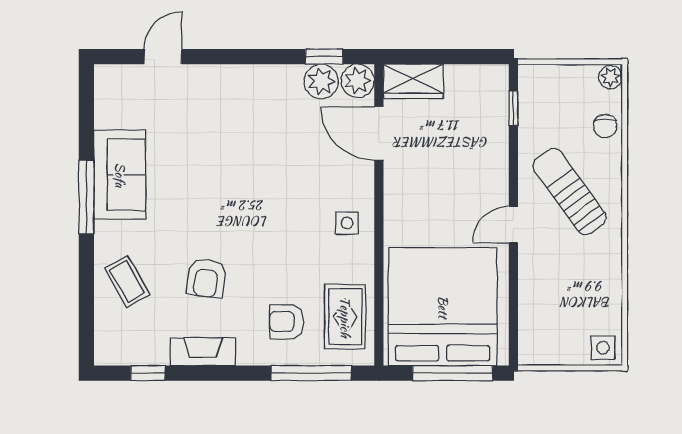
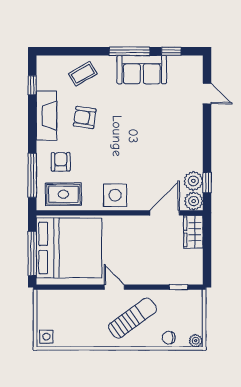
window: (86, 121) -> (171, 51), added
side table: (347, 223) -> (115, 195), width x1.87, depth x1.87
fireplace: (203, 352) -> (46, 116), width x1.37, depth x1.32

